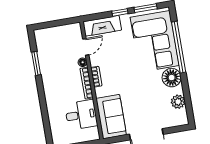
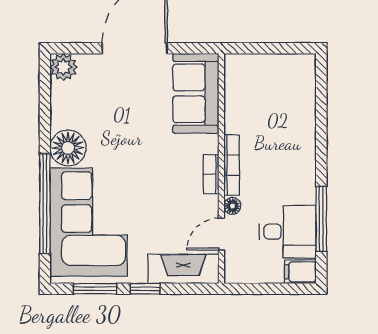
filing cabinet: (42, 35) -> (300, 272), added
window: (36, 63) -> (321, 219), width x1.44
plant: (178, 102) -> (64, 67), moved
desk: (81, 115) -> (288, 232), moved, turned 180

